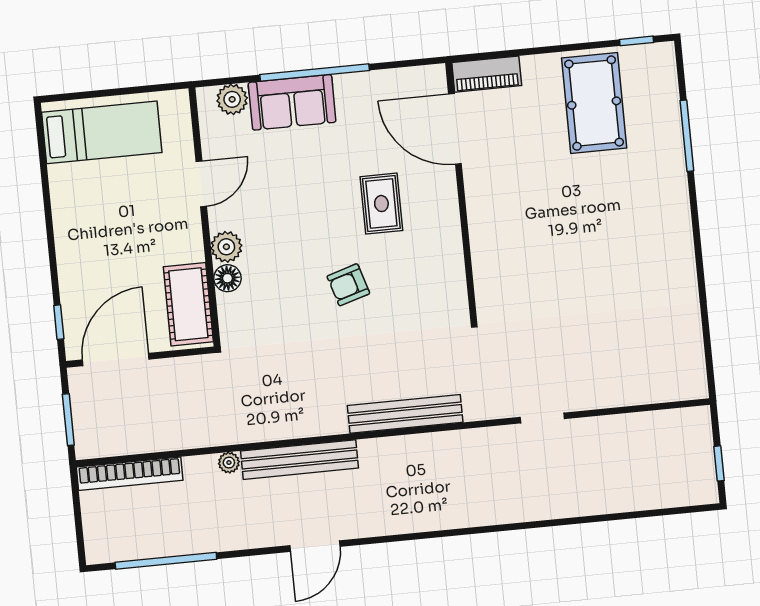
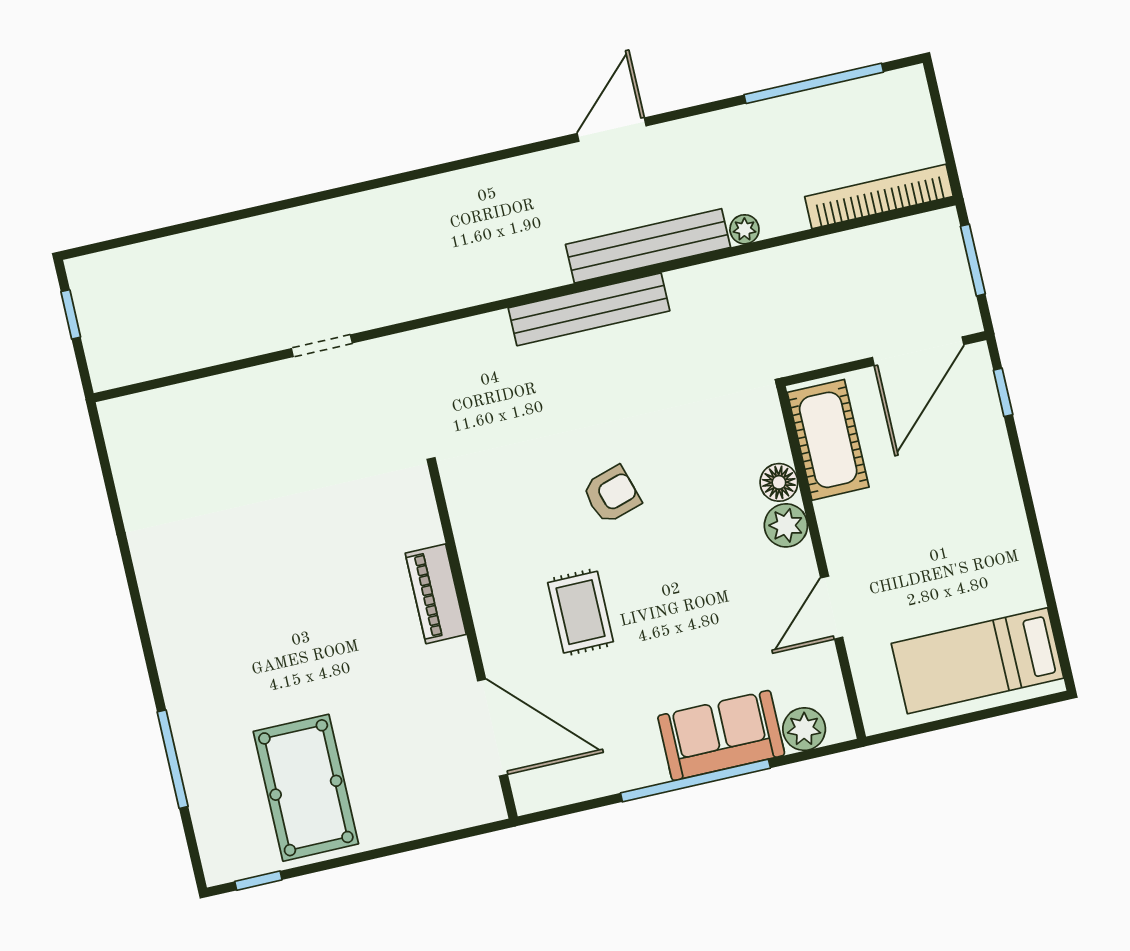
piano: (487, 74) -> (436, 594), moved, turned -90
bench: (405, 414) -> (589, 309), moved

